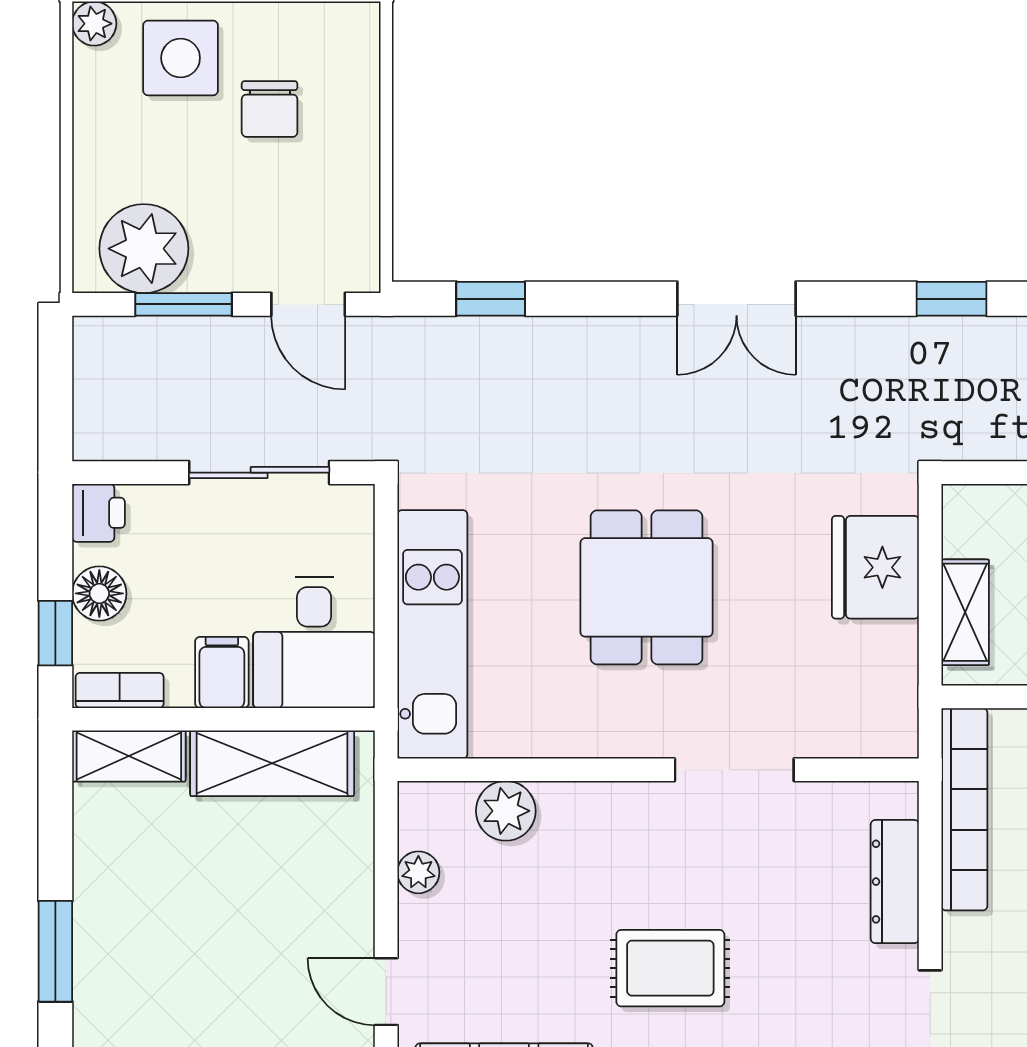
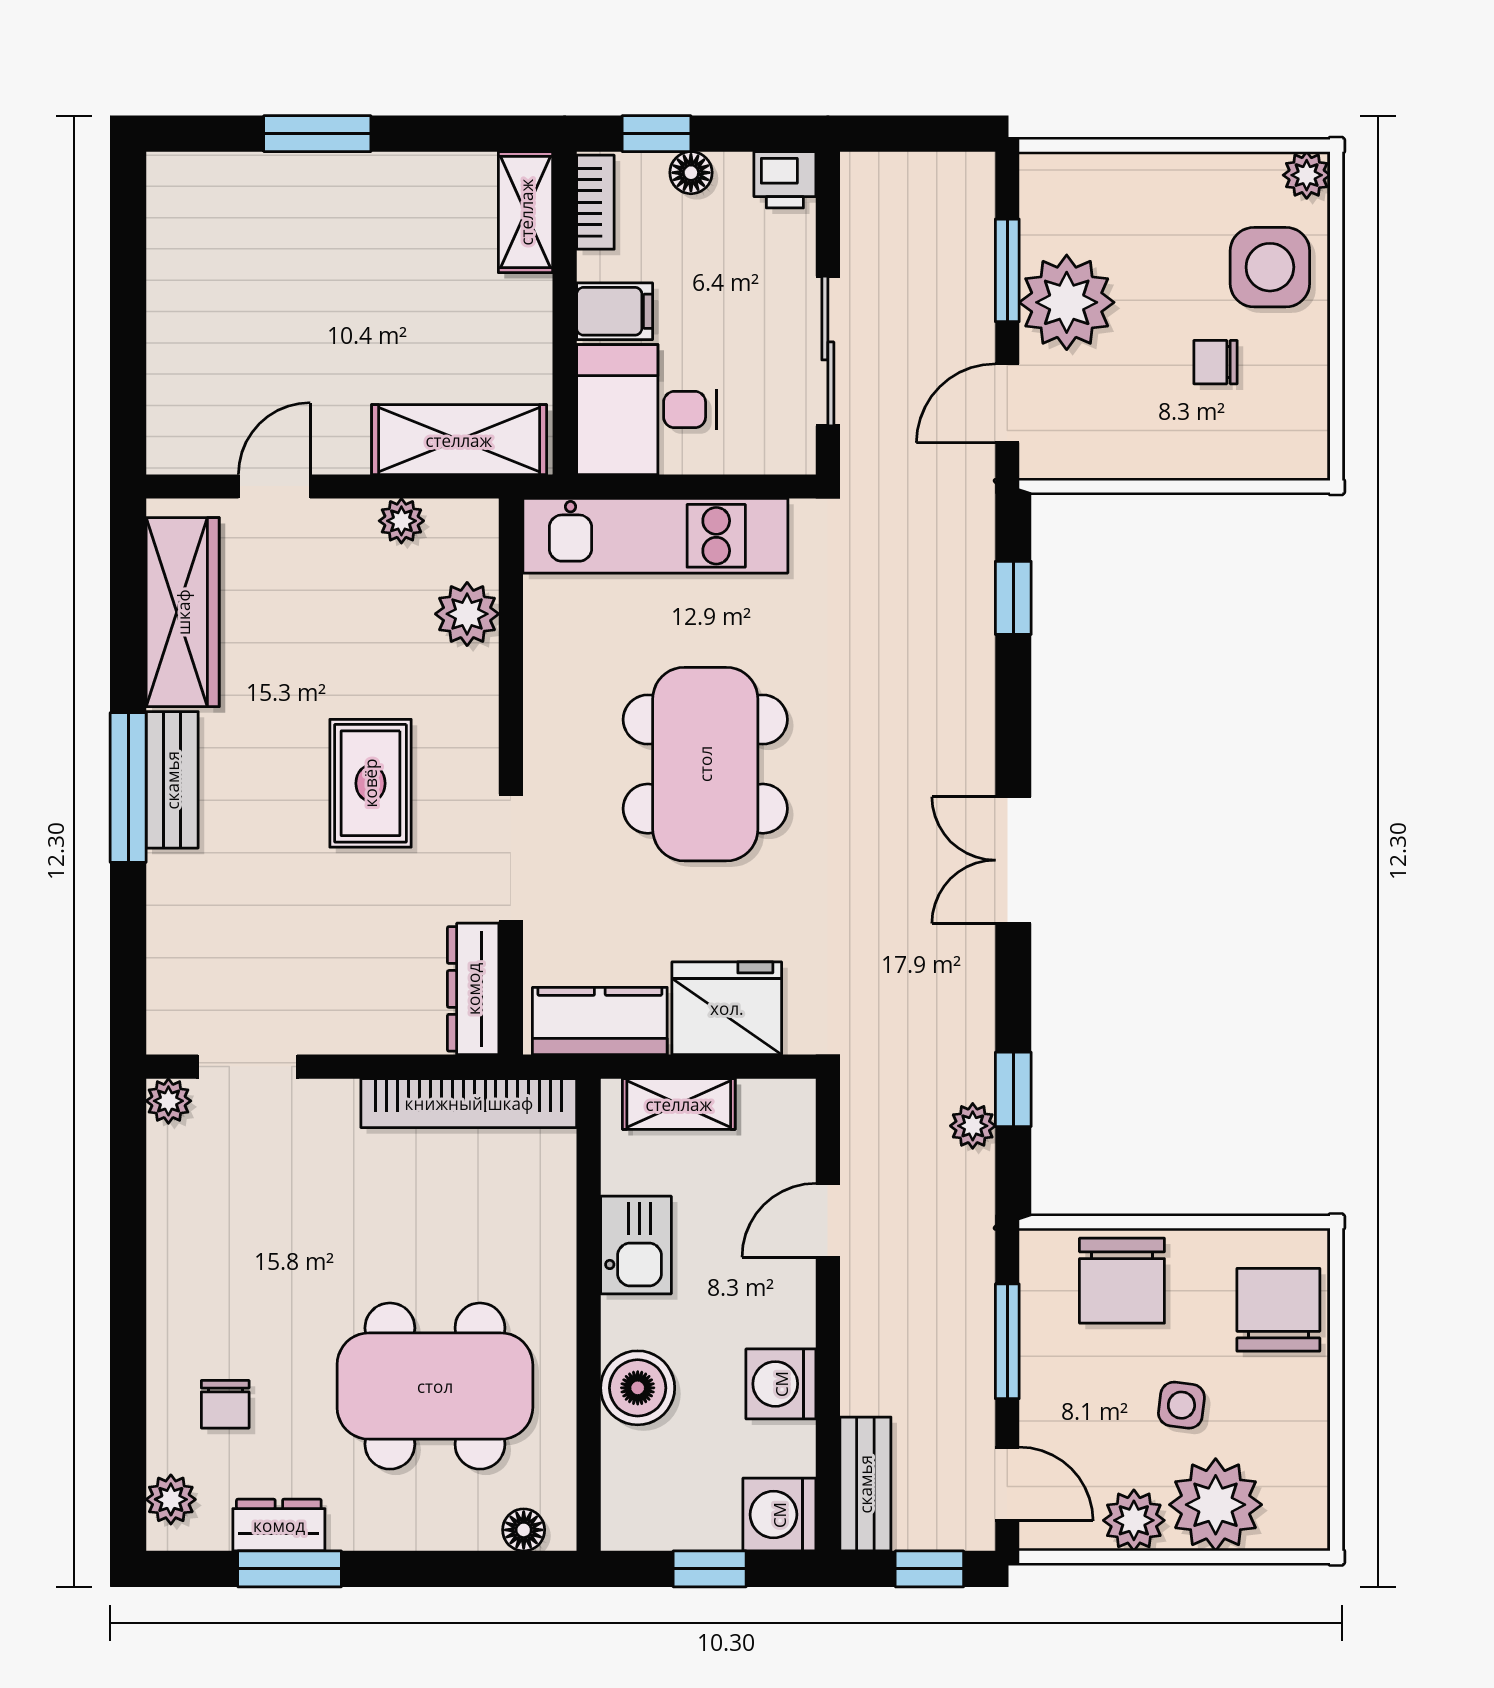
chair: (270, 109) -> (1215, 362), width x0.73, depth x0.73
plant: (144, 249) -> (1067, 302), moved
plant: (986, 337) -> (973, 1126), added
dining table: (647, 587) -> (705, 764), width x1.38
floor lamp: (99, 593) -> (691, 173), width x0.73, depth x0.73
kitchen counter: (887, 686) -> (600, 1021), added
shelving: (272, 763) -> (459, 440), moved, turned 90
dresser: (895, 882) -> (473, 989), moved, turned -90
rug: (670, 968) -> (370, 783), moved

